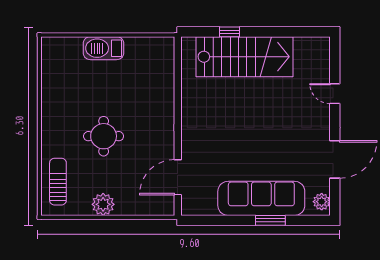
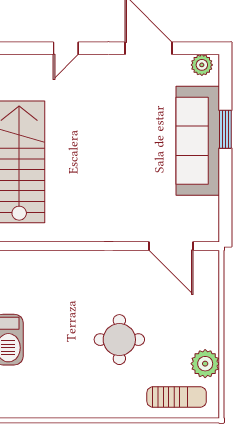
sun lounger: (58, 182) -> (177, 397), turned 180
plant: (103, 204) -> (205, 364), moved

